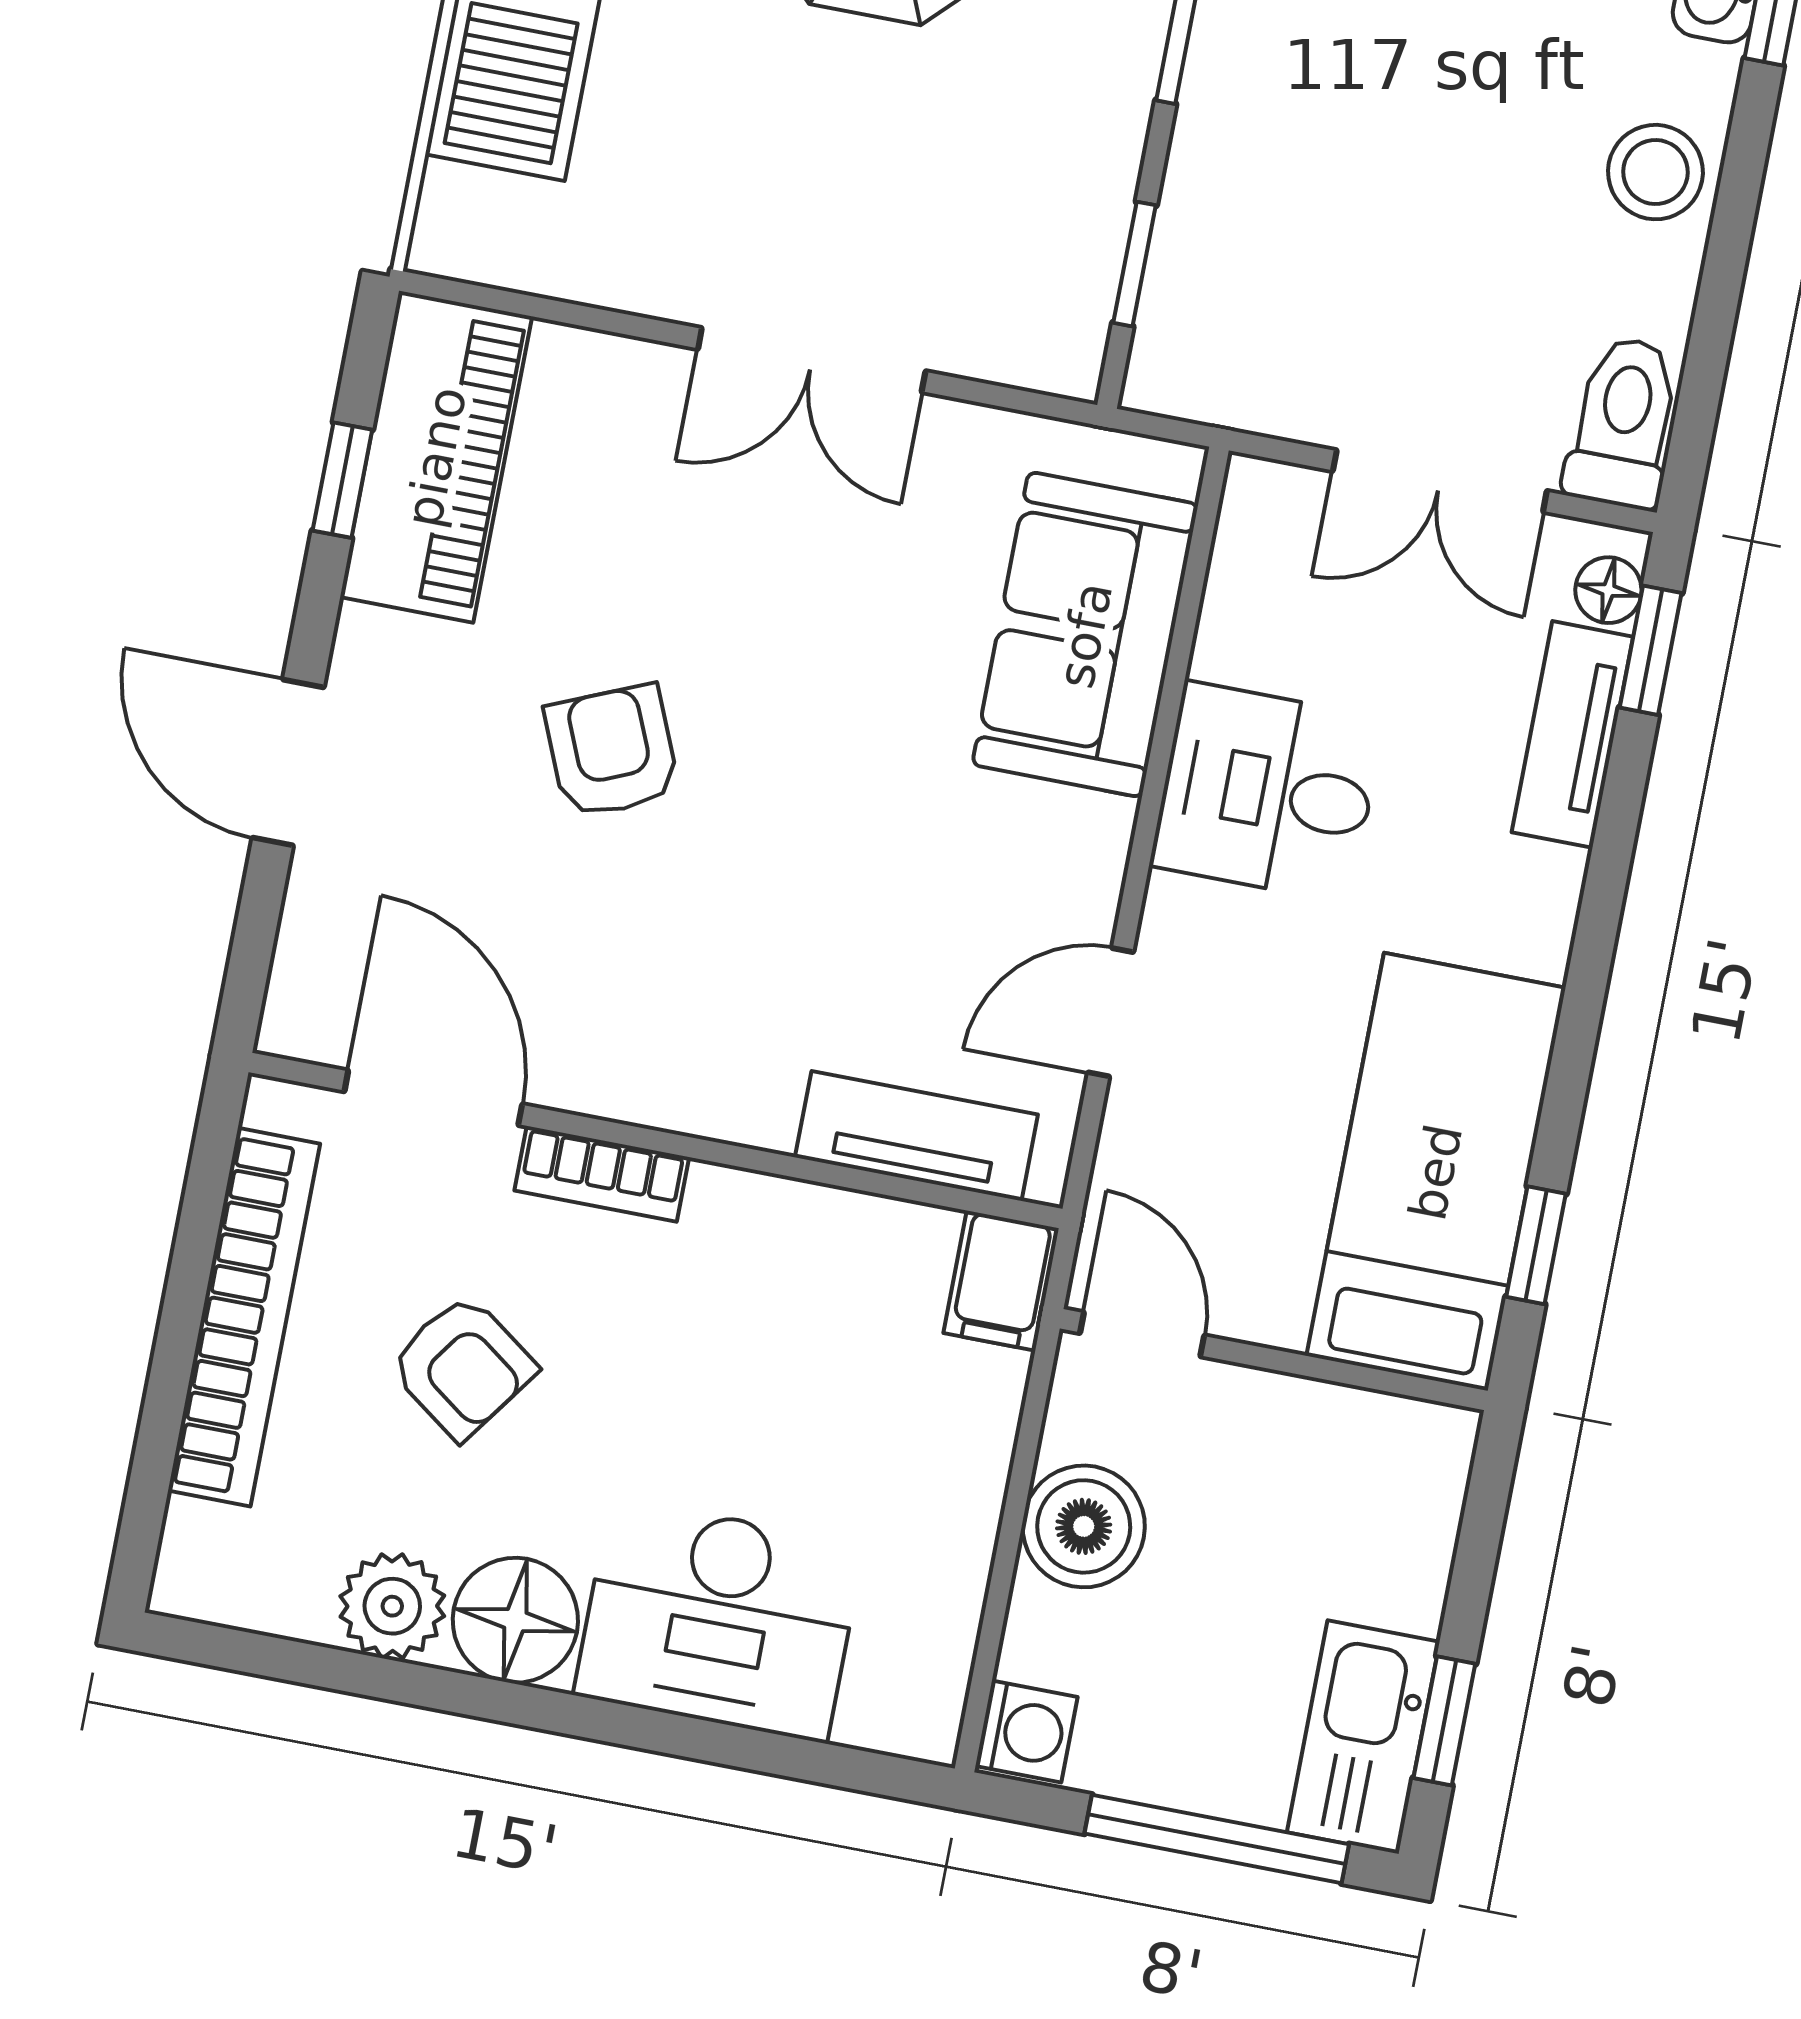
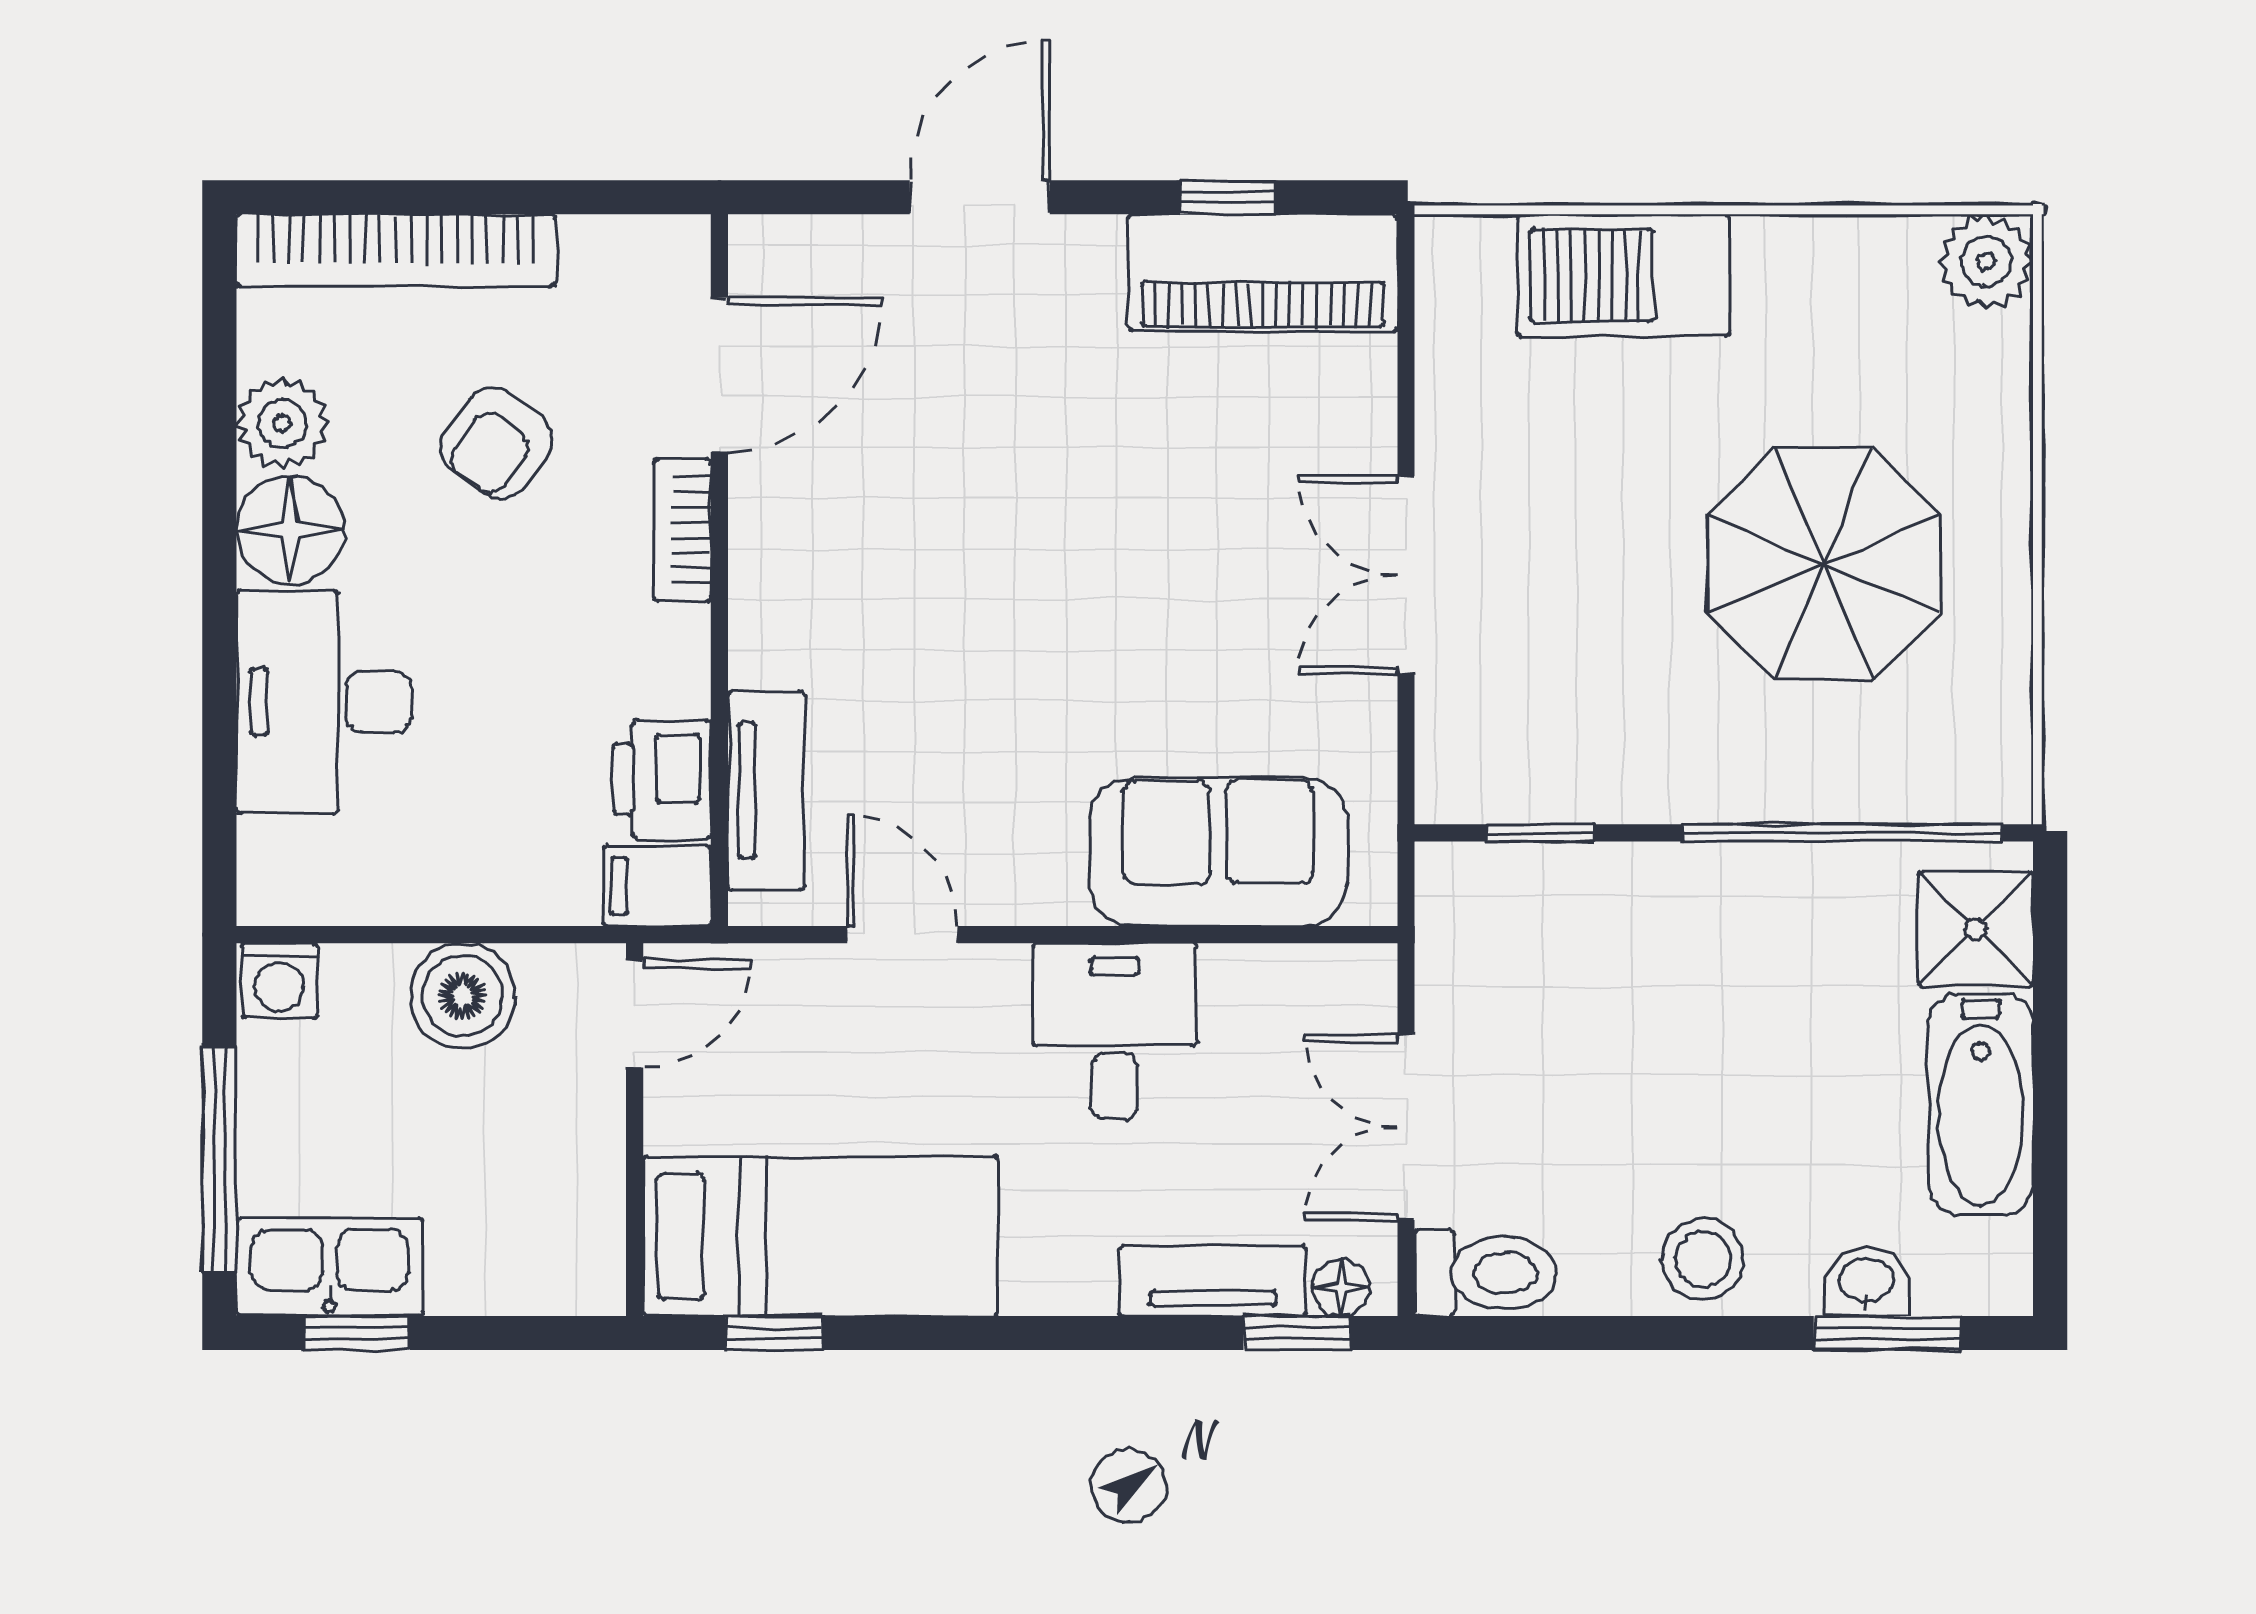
armchair: (612, 751) -> (1042, 470), removed
printer: (881, 1252) -> (662, 779), added
bookcase: (244, 1317) -> (396, 250), moved

